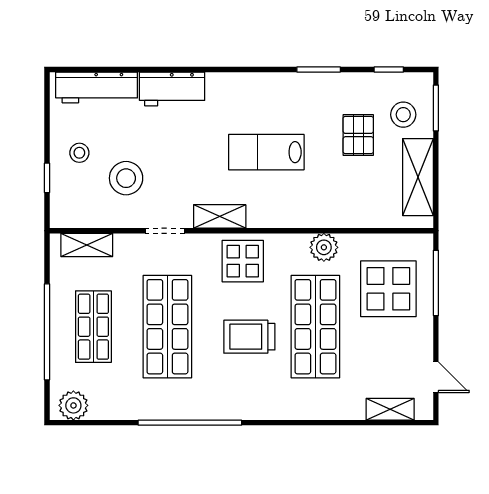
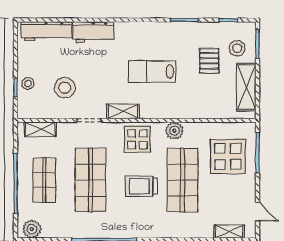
stool: (79, 153) -> (28, 83), moved
plant: (324, 247) -> (174, 131), moved

